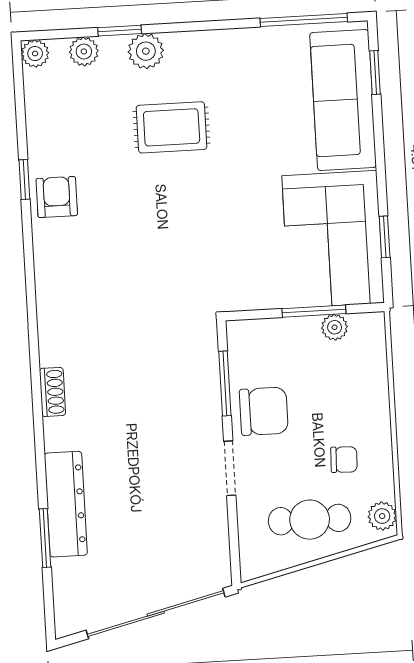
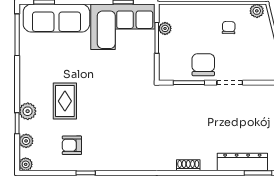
armchair: (57, 197) -> (72, 145), moved
cafe table: (310, 520) -> (256, 46), removed

